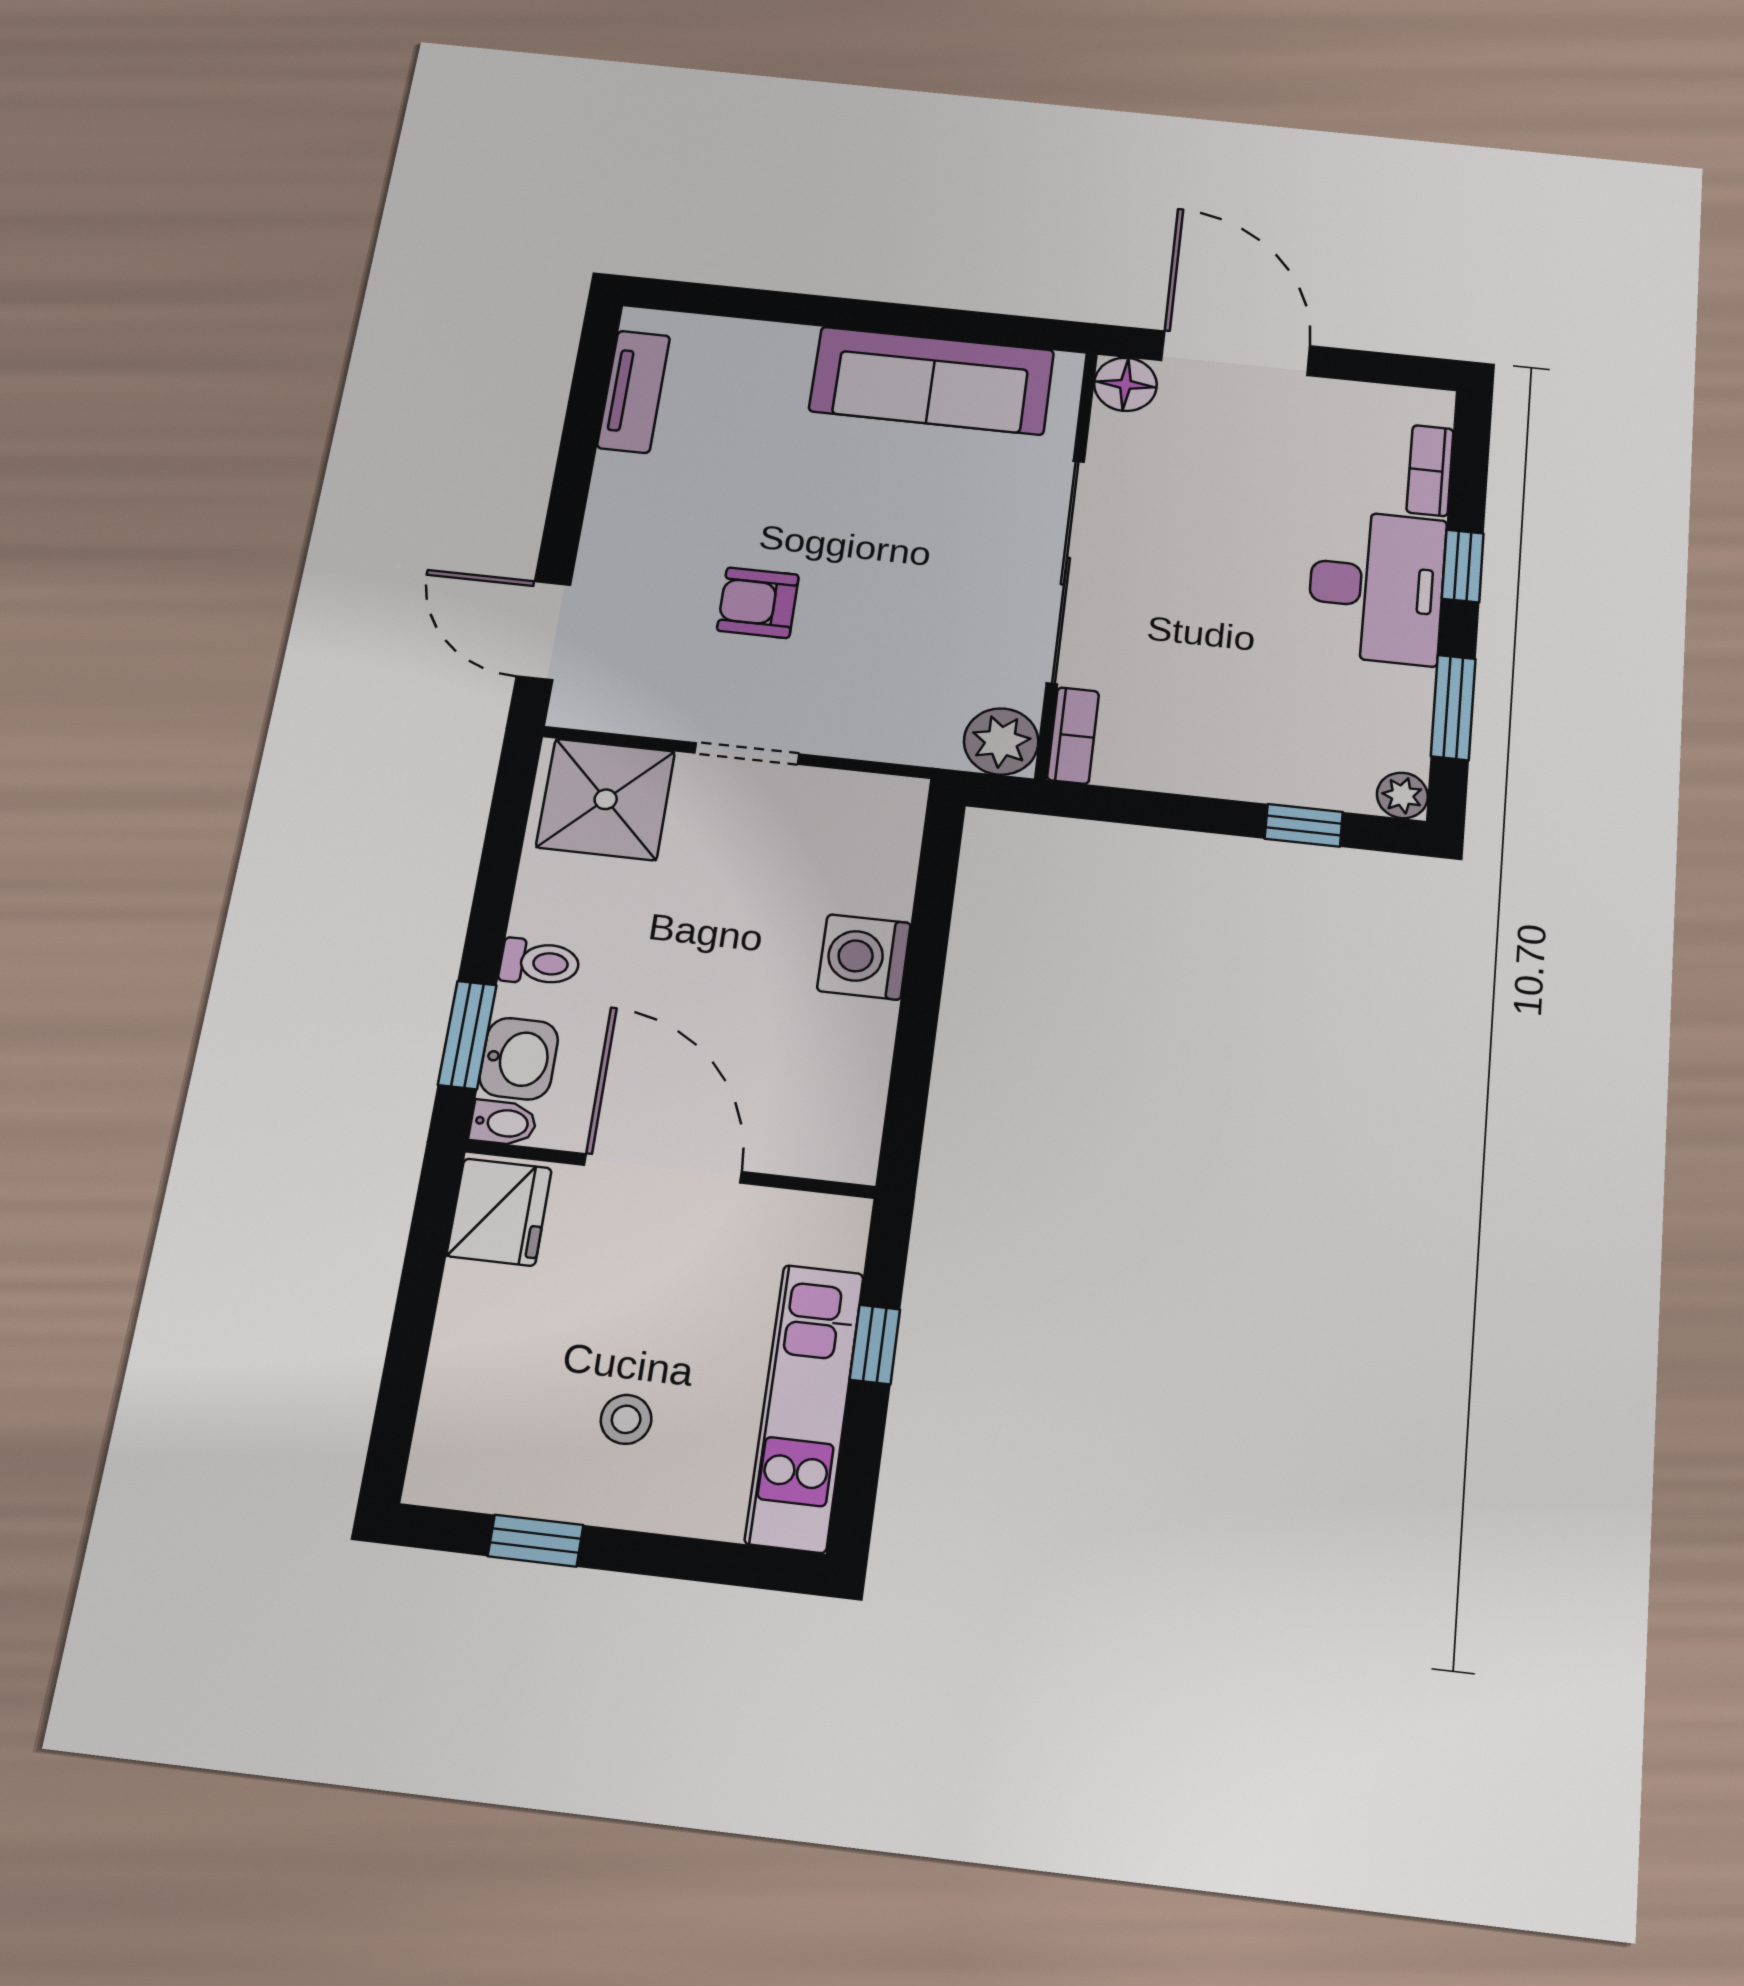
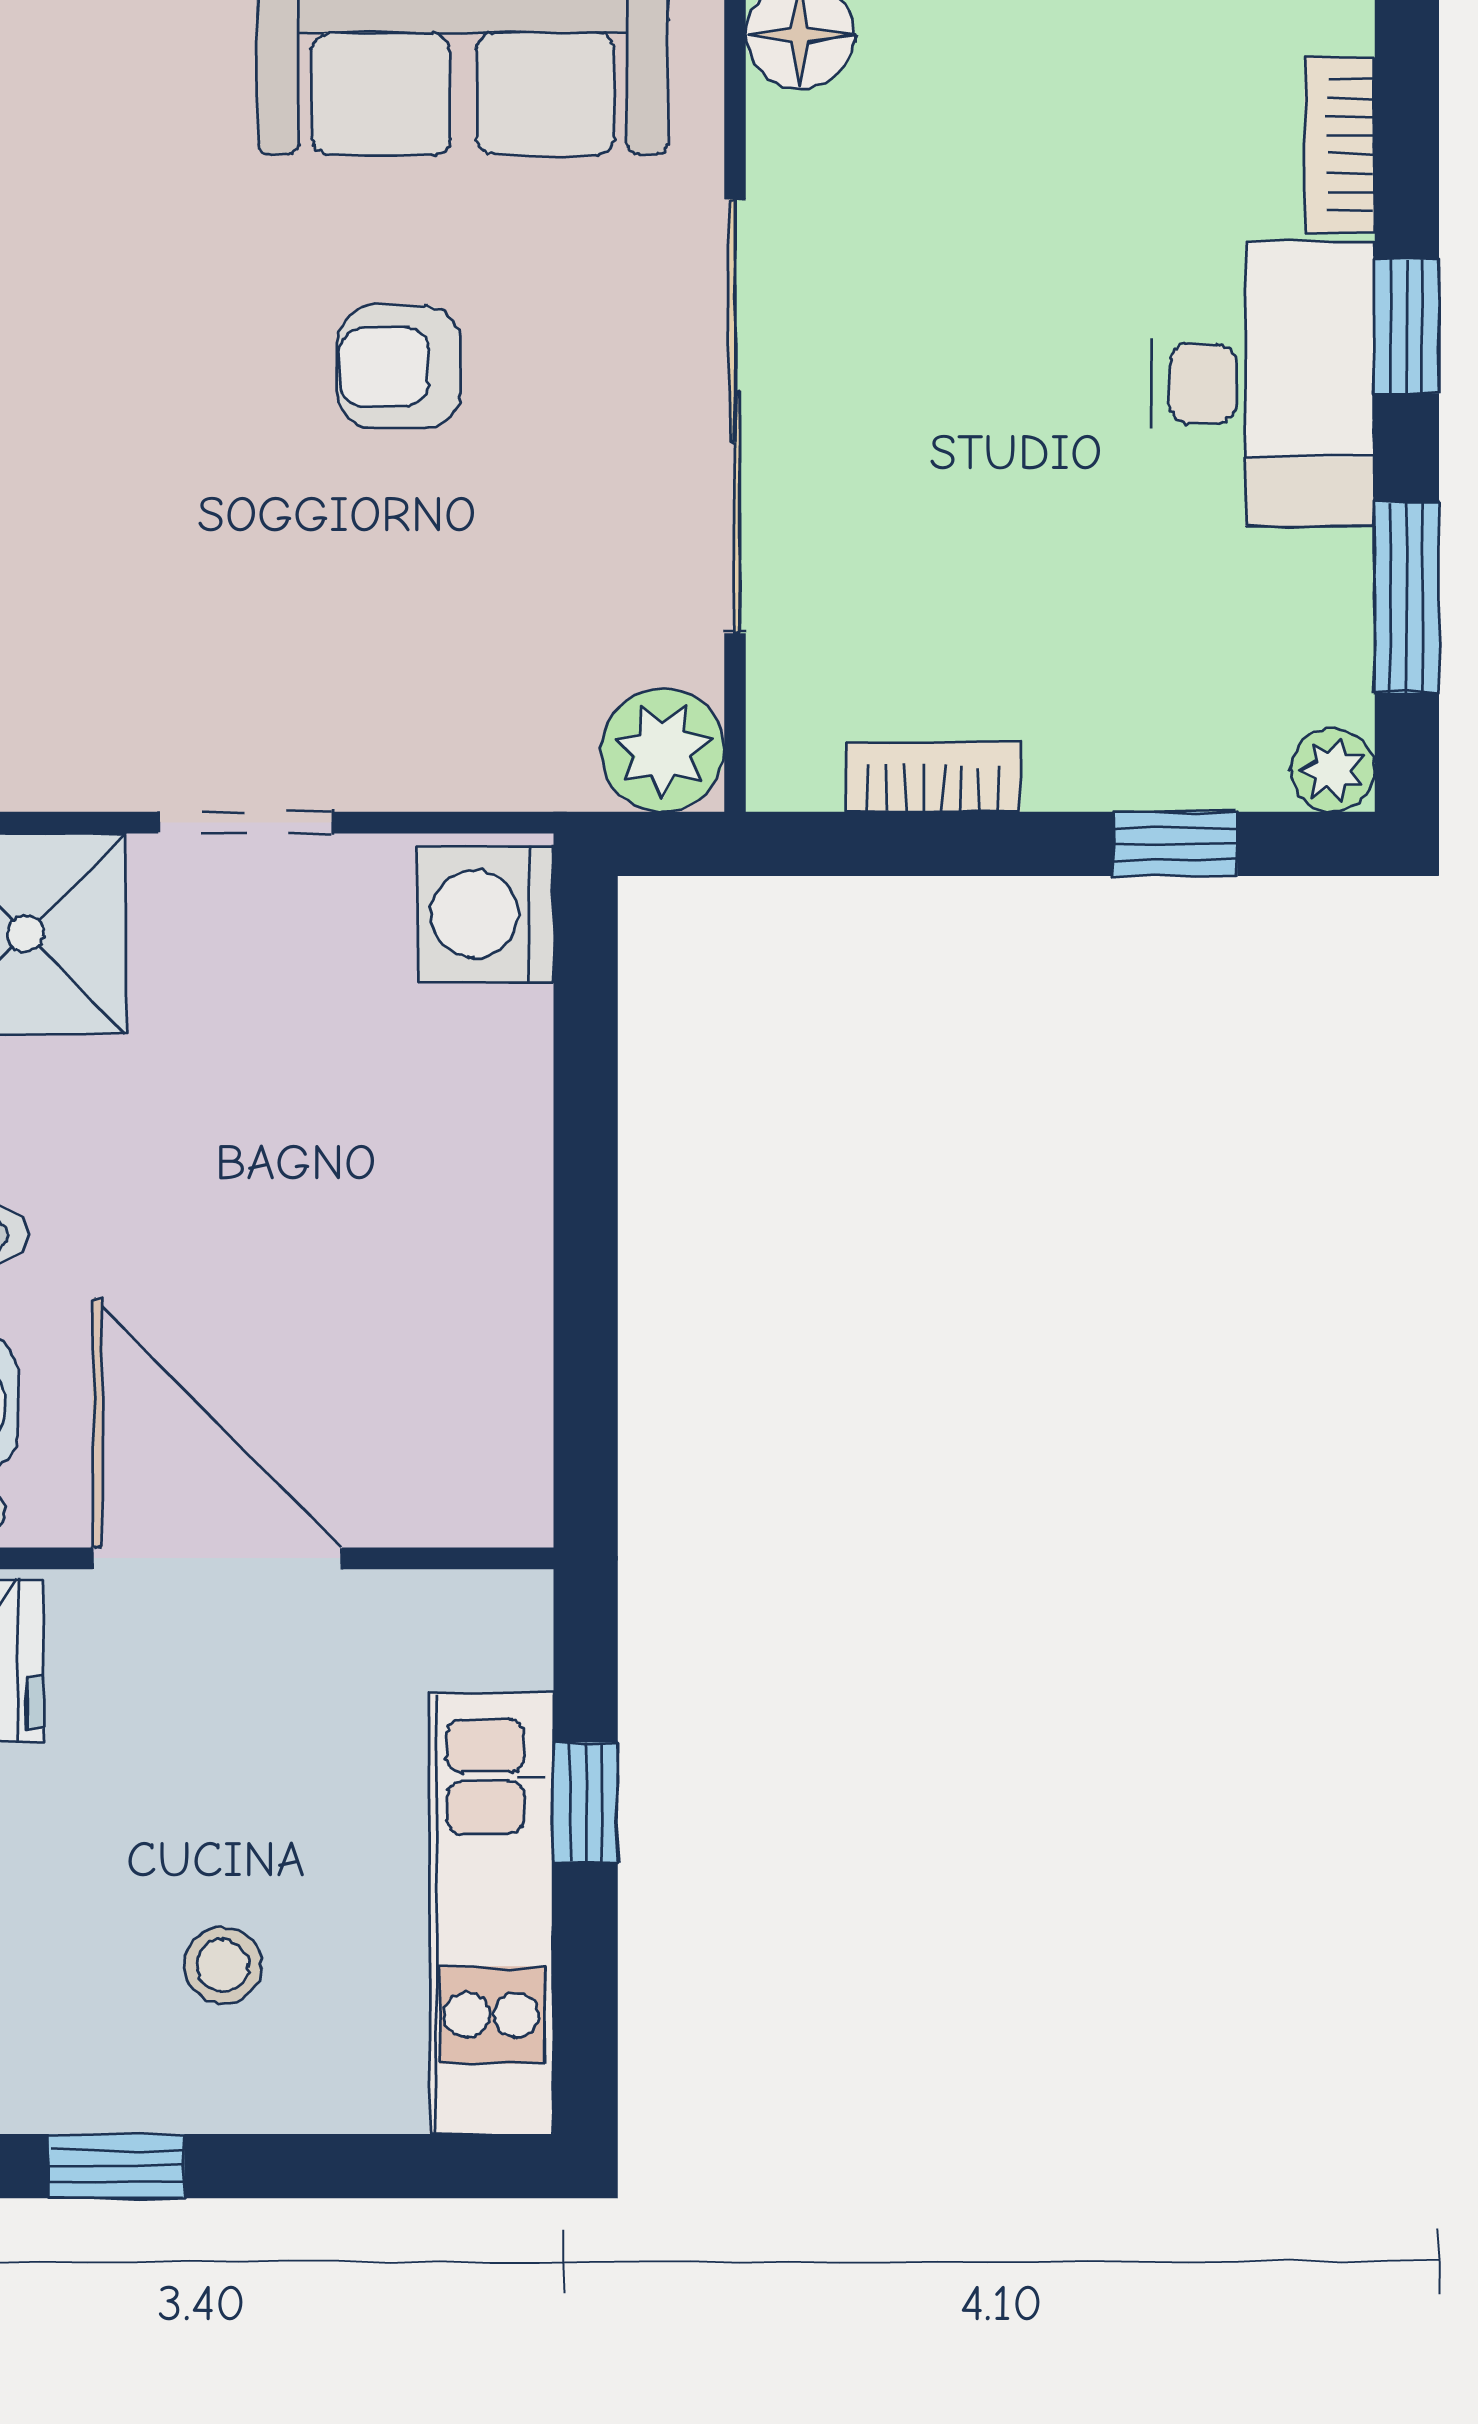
armchair: (758, 603) -> (399, 367), moved
bookcase: (1073, 735) -> (933, 777), moved, turned -90
washing machine: (864, 957) -> (486, 914), moved

